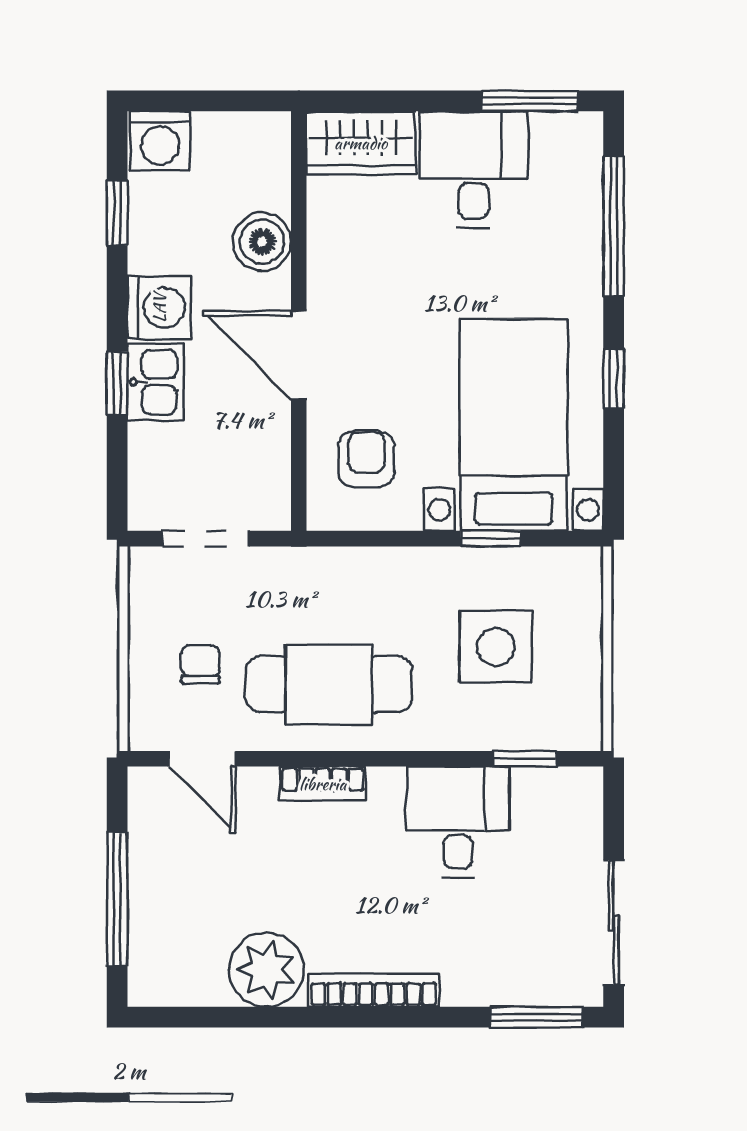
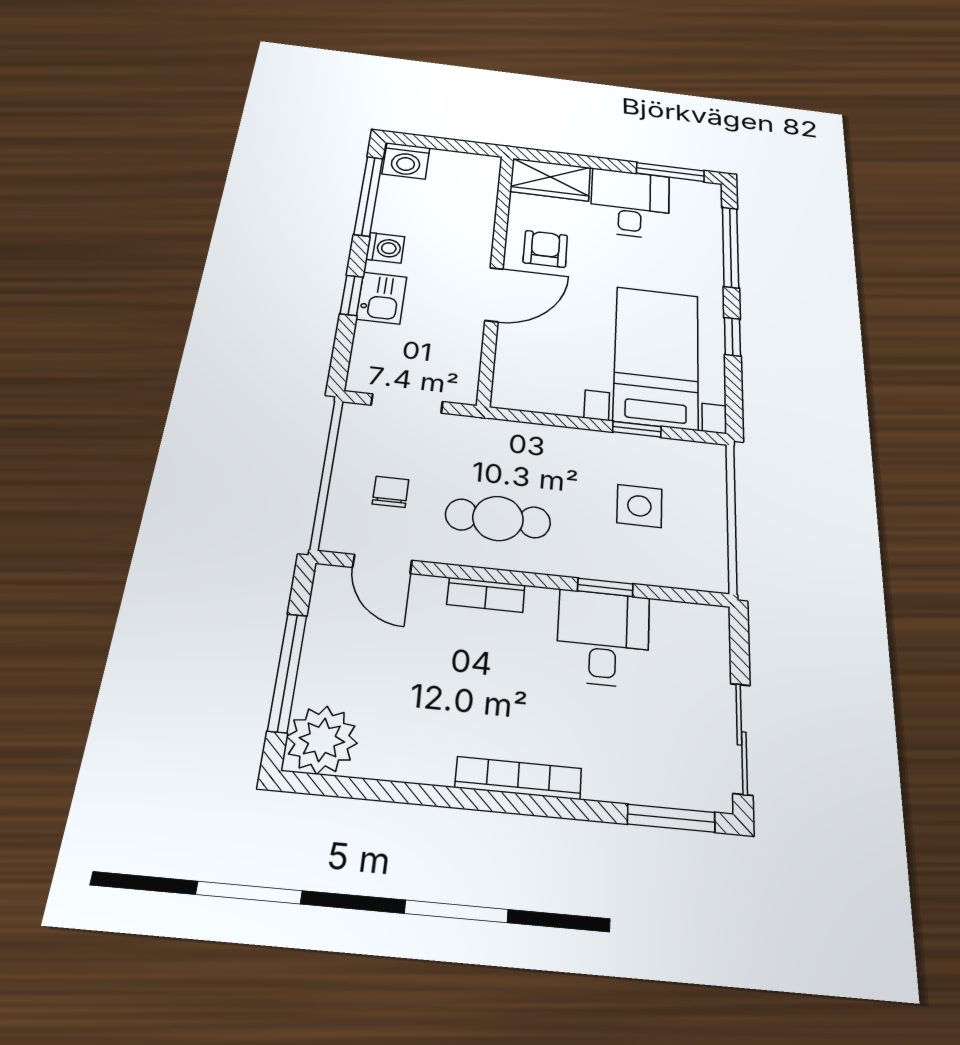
window: (117, 213) -> (368, 196), width x2.17
boiler: (262, 242) -> (473, 225), removed
washing machine: (159, 308) -> (385, 248), width x0.73, depth x0.73
door: (299, 355) -> (494, 295), swing flipped
armchair: (366, 459) -> (545, 249), moved
side table: (496, 647) -> (639, 506), width x0.73, depth x0.73
cafe table: (329, 684) -> (498, 518), width x0.73, depth x0.74
window: (525, 759) -> (605, 587), moved
plant: (267, 970) -> (322, 740), moved

